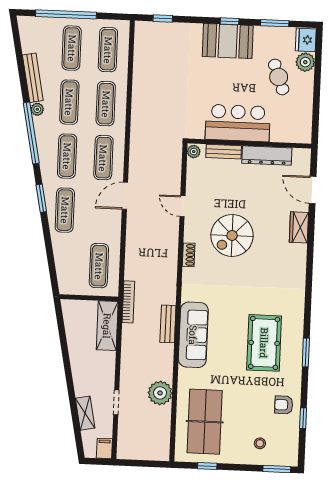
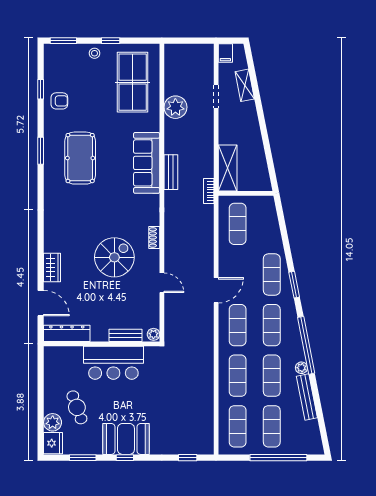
dresser: (267, 156) -> (67, 333), moved
bookcase: (128, 302) -> (209, 191), width x0.64
stool: (260, 443) -> (94, 53), moved
window: (207, 466) -> (111, 41), moved

